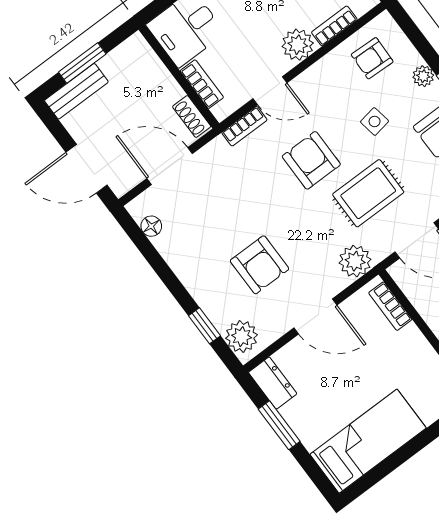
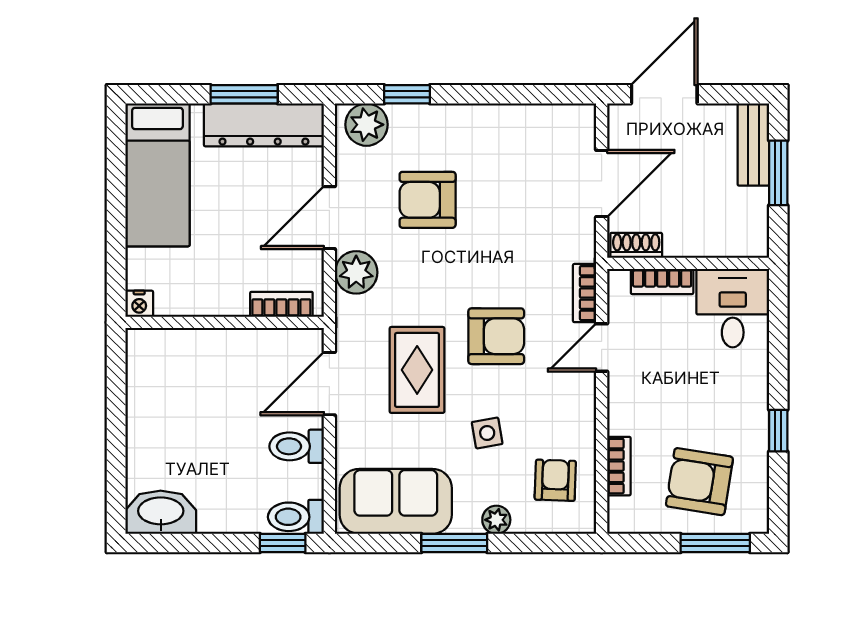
plant: (298, 45) -> (628, 413), removed
floor lamp: (151, 226) -> (553, 117), removed
plant: (355, 261) -> (356, 272), moved
dresser: (273, 383) -> (264, 125), width x1.96, depth x1.24

